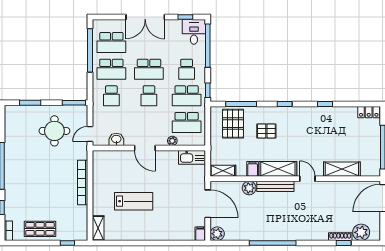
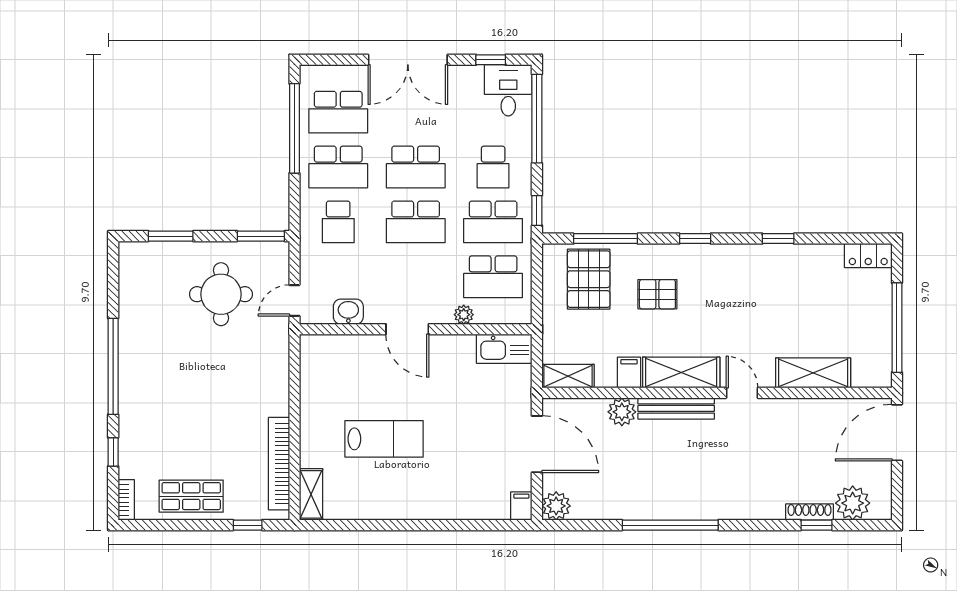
school desk: (149, 96) -> (416, 222), width x1.85
bookcase: (83, 183) -> (279, 464), moved

